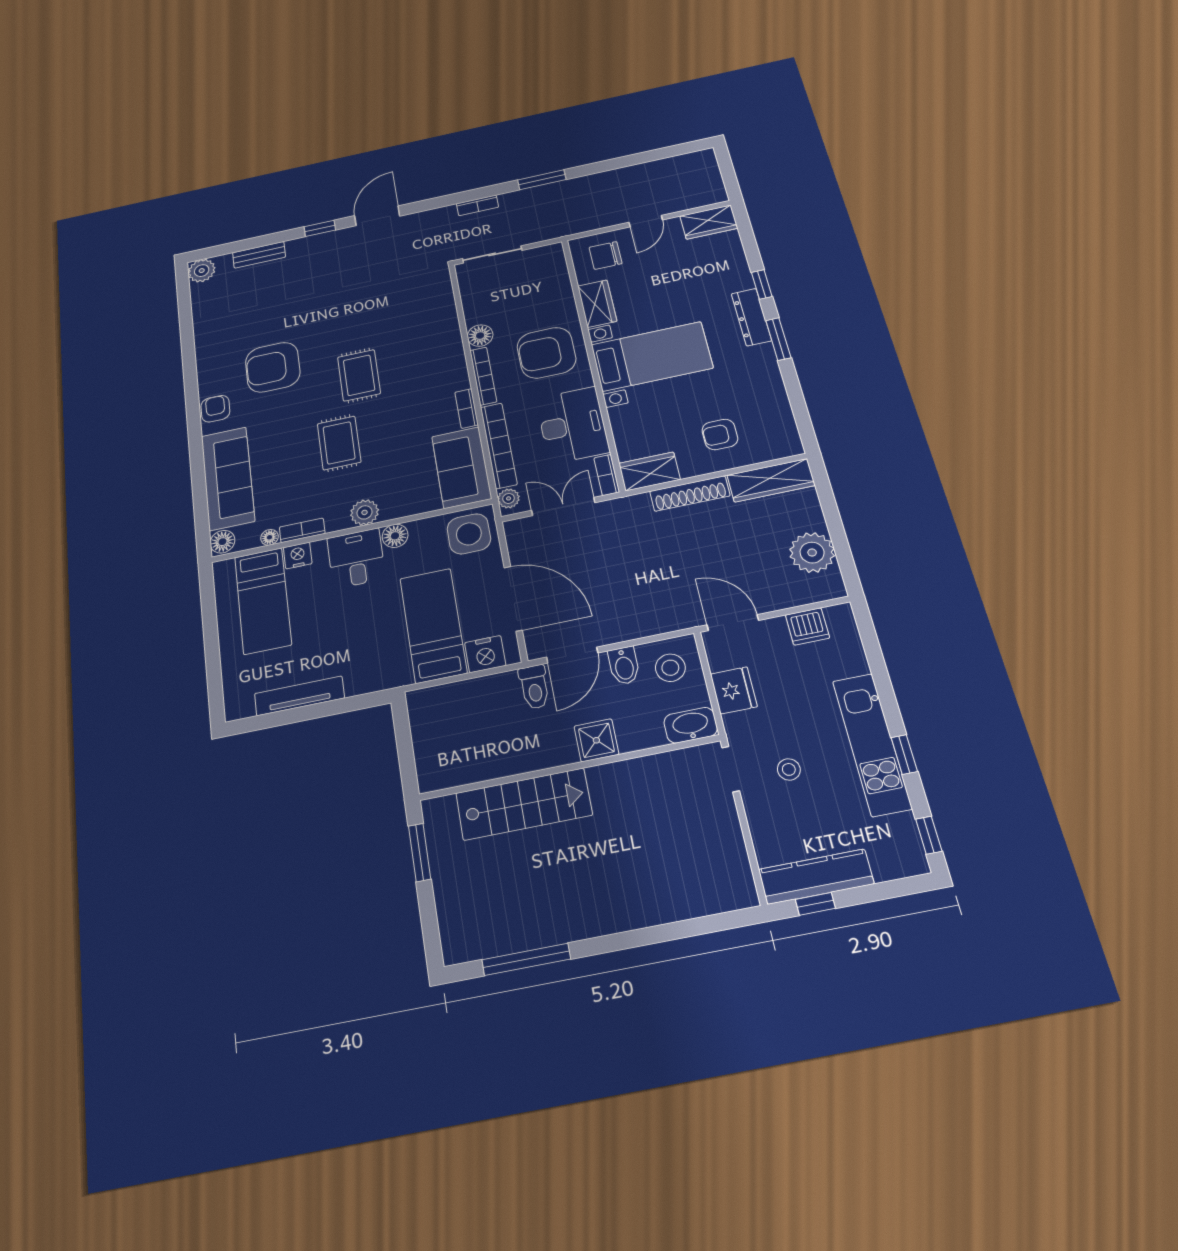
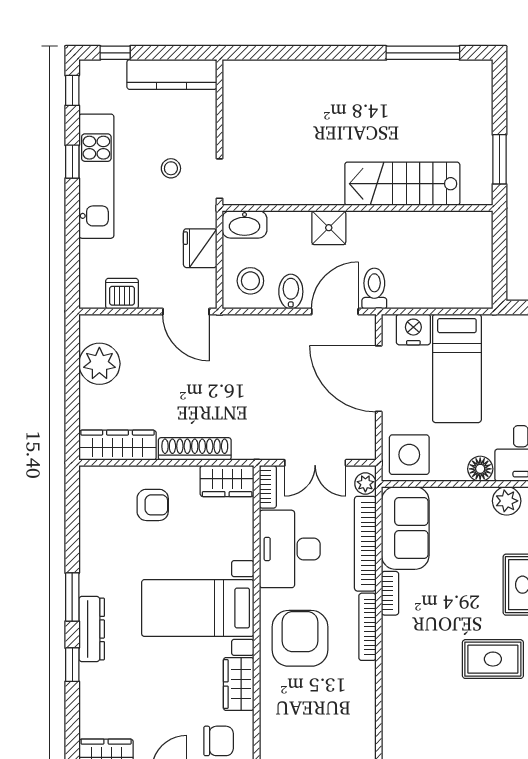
floor lamp: (480, 336) -> (363, 676), removed
armchair: (546, 353) -> (300, 638), turned -90
rug: (359, 375) -> (493, 659), turned 90
window: (815, 904) -> (115, 53), moved

